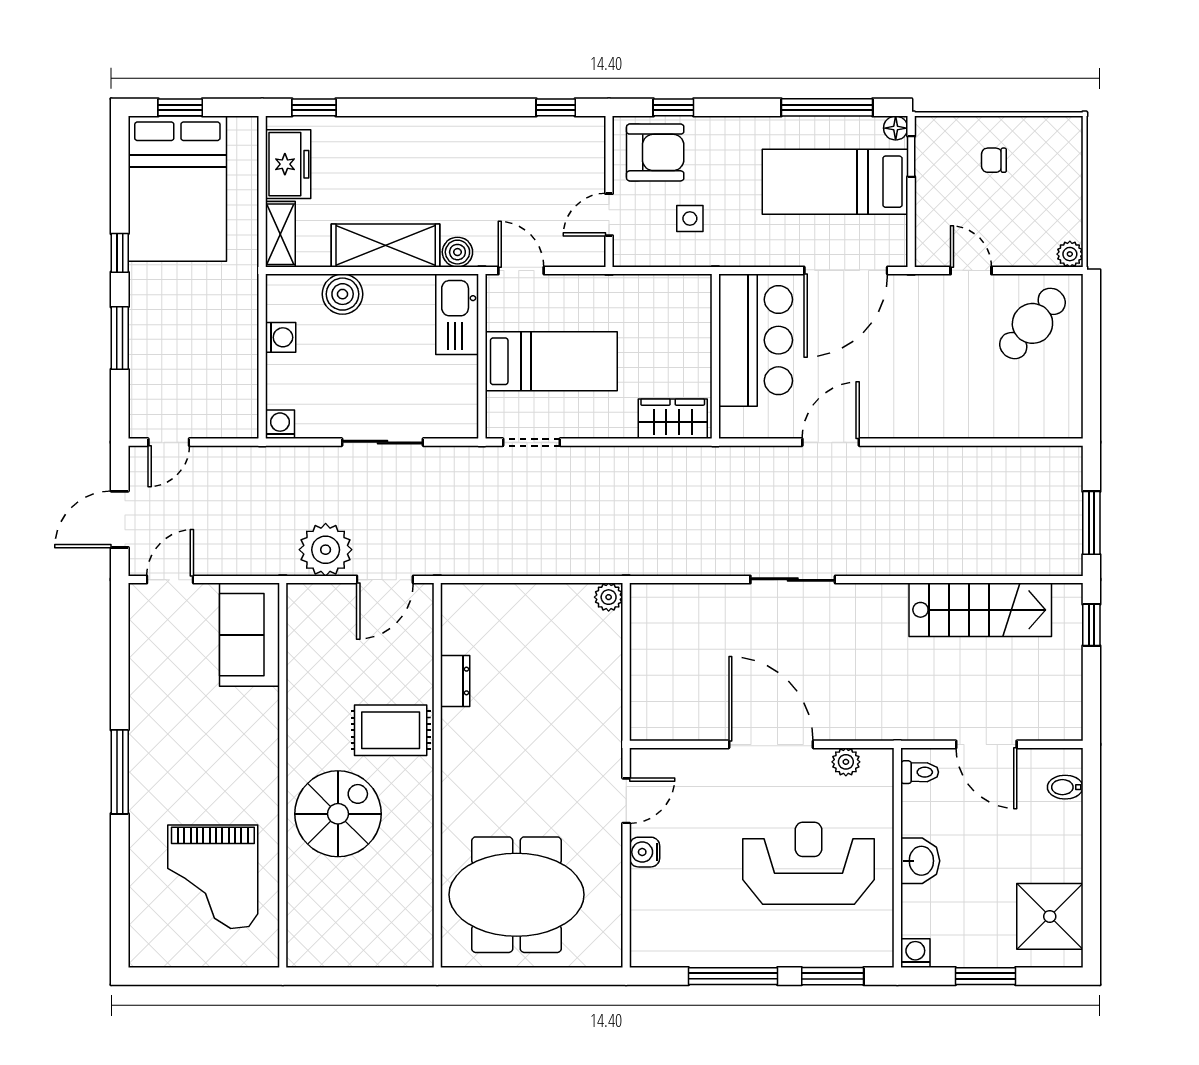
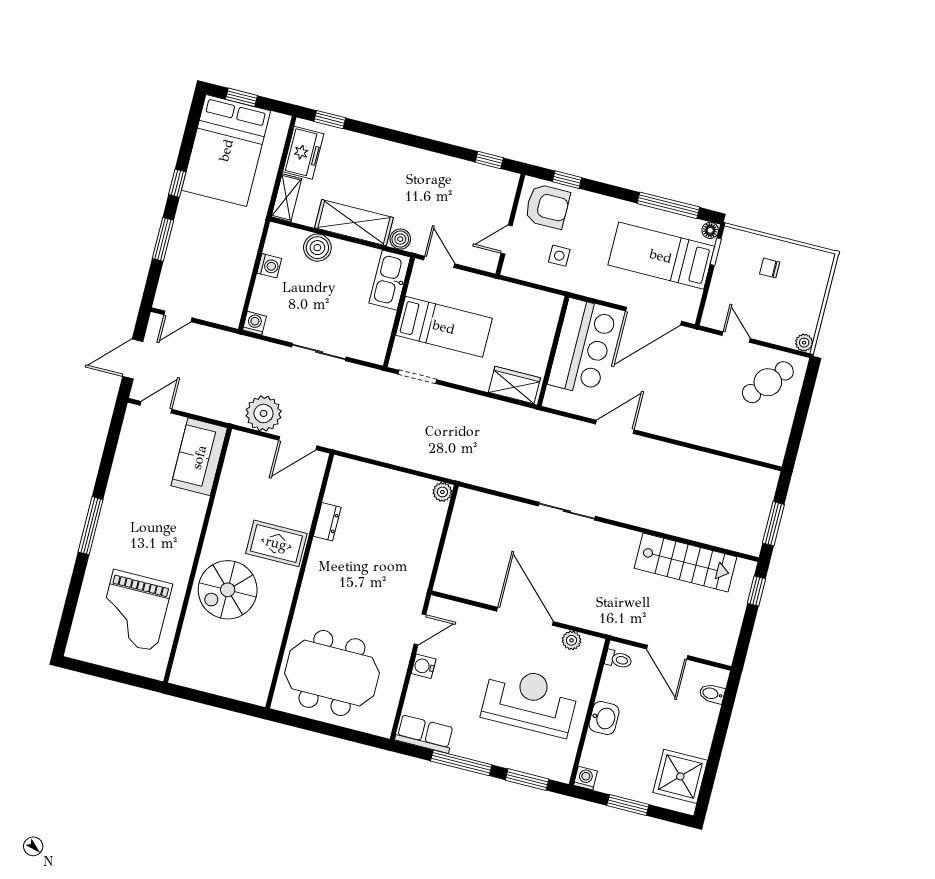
spiral stairs: (338, 814) -> (228, 590), turned 180
row of seats: (670, 948) -> (425, 734), added

